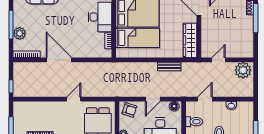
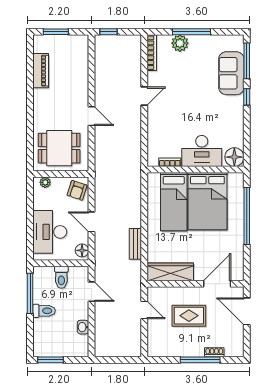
rug: (223, 27) -> (189, 316), added
door: (59, 60) -> (144, 96), width x0.53
plant: (243, 70) -> (130, 343), removed

